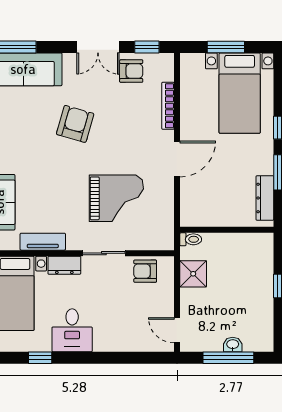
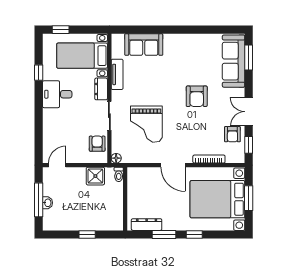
bed with nightstands: (240, 93) -> (217, 199), width x1.36
armchair: (75, 124) -> (197, 96), turned 74
floor lamp: (167, 243) -> (116, 158), added

